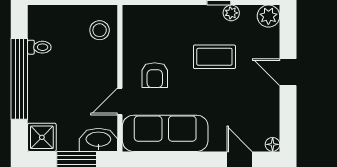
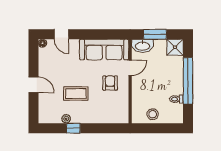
plant: (268, 16) -> (45, 117), removed
stool: (100, 30) -> (153, 114), moved

